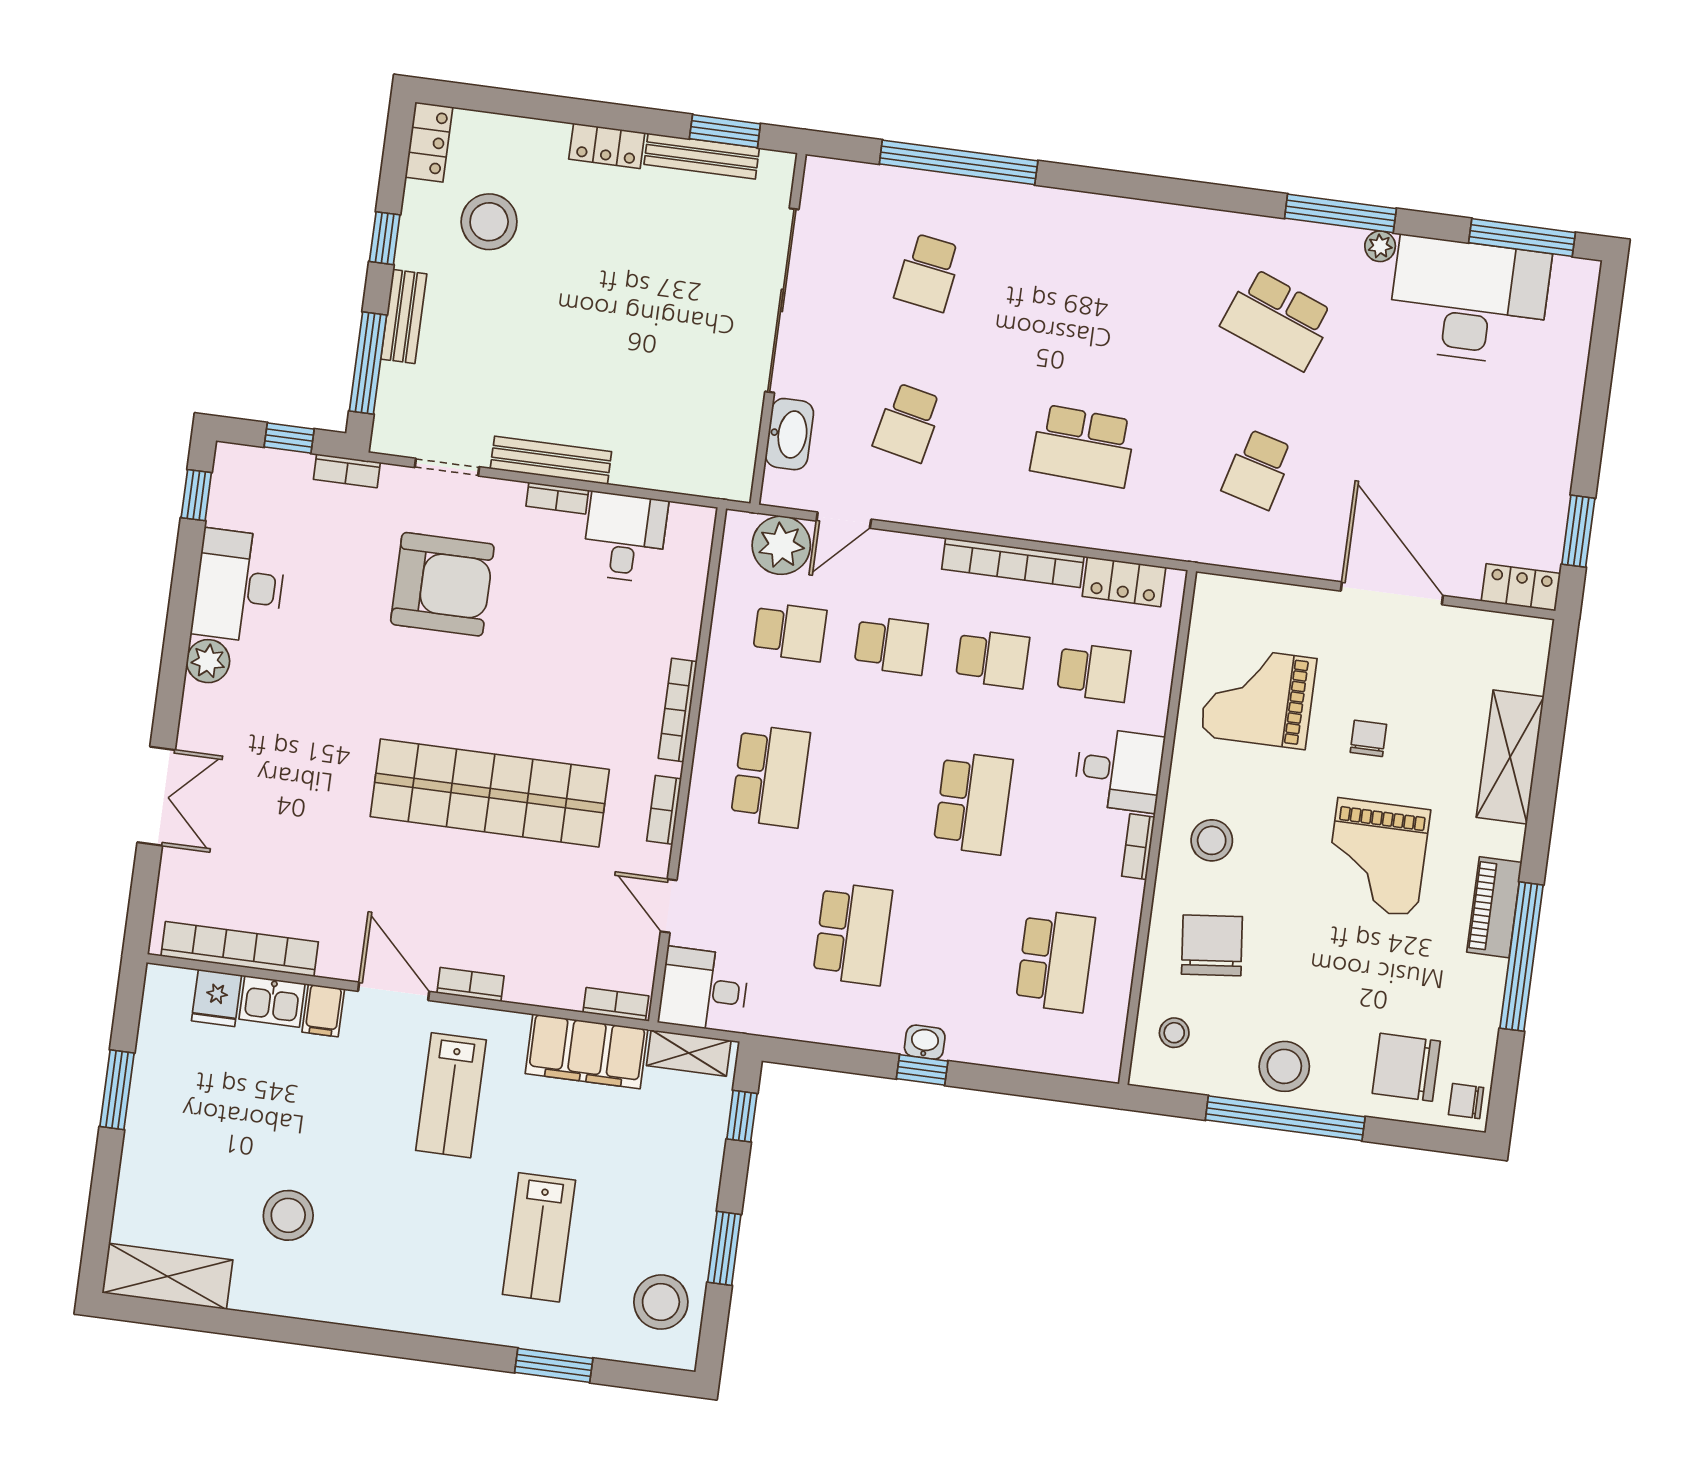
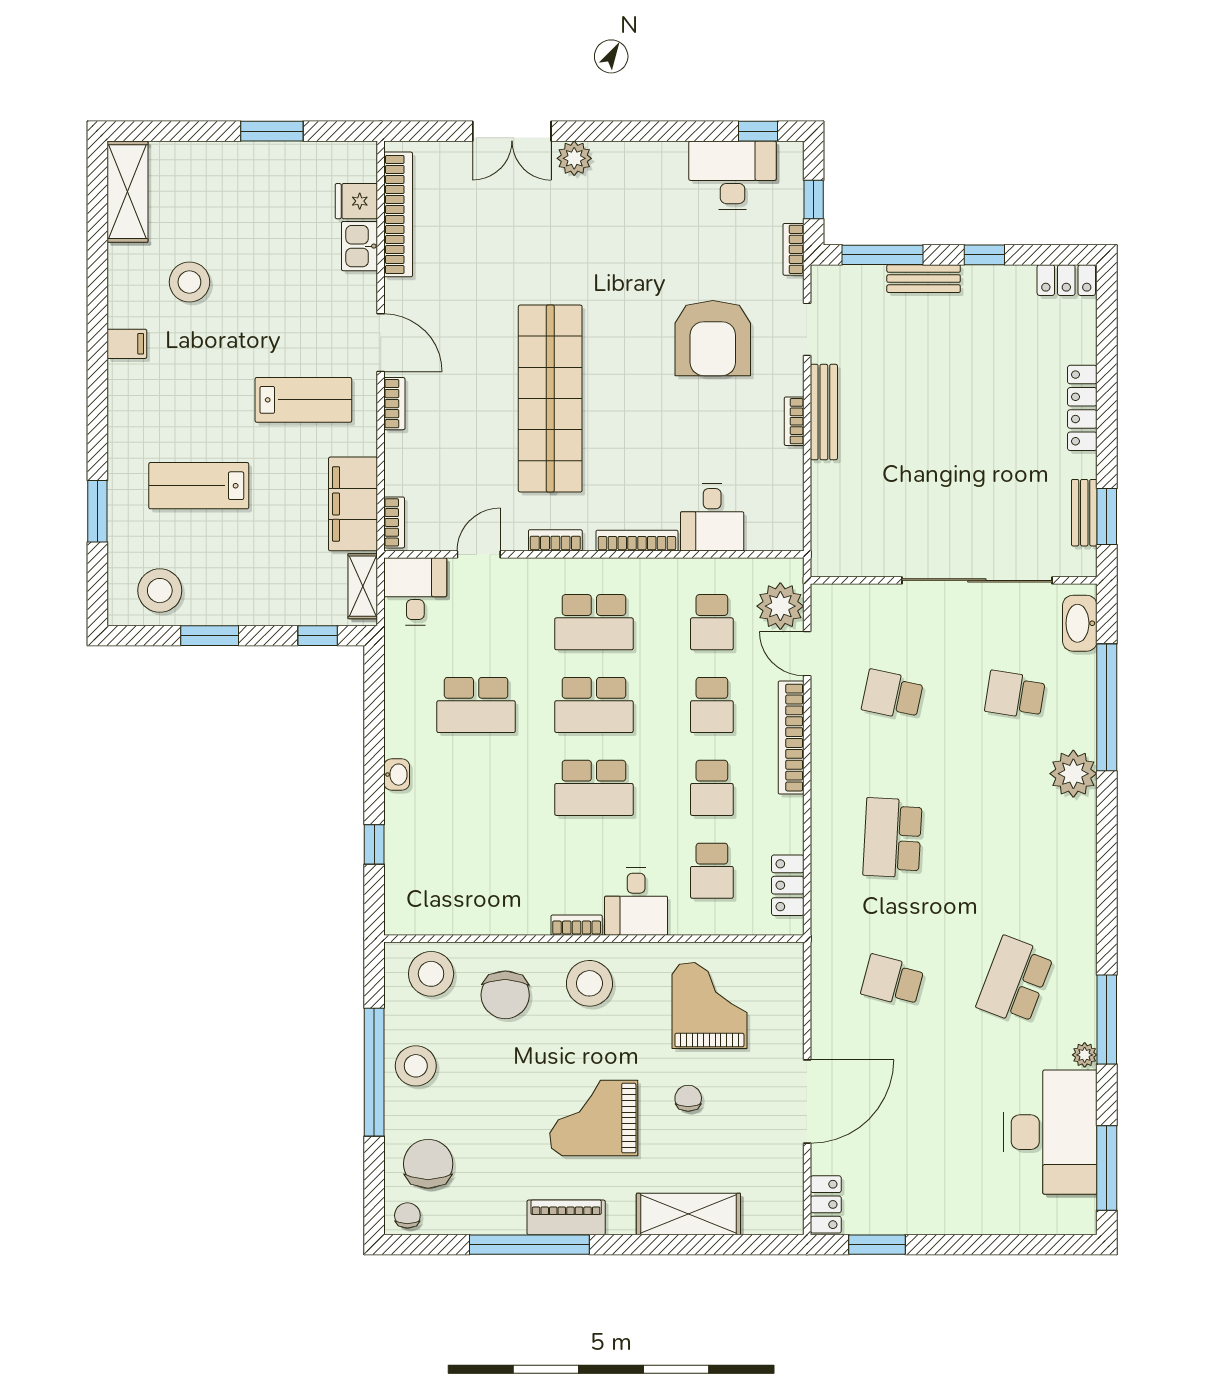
locker: (607, 146) -> (1082, 408), width x1.53
bench: (702, 156) -> (1084, 513), width x0.73
plant: (1034, 214) -> (1073, 774), added
stool: (489, 222) -> (1009, 337), removed
washbasin: (789, 434) -> (1080, 623), moved, turned 90
desk: (625, 537) -> (712, 517), moved, turned 90
bookcase: (1013, 563) -> (791, 738), moved
desk: (239, 586) -> (733, 175), moved
plant: (208, 661) -> (574, 158), moved
chair: (1368, 738) -> (688, 1098), turned -90
stool: (1212, 840) -> (589, 983), width x1.38, depth x1.38
chair: (1212, 945) -> (505, 995), turned 97
school desk: (1055, 961) -> (594, 705), moved
door: (394, 991) -> (381, 343), hinge flipped
filing cabinet: (323, 1010) -> (127, 344), moved, turned 180
stool: (1174, 1033) -> (431, 974), width x1.89, depth x1.89
window: (922, 1070) -> (374, 844), moved
lab bench: (451, 1095) -> (303, 400), turned 180

